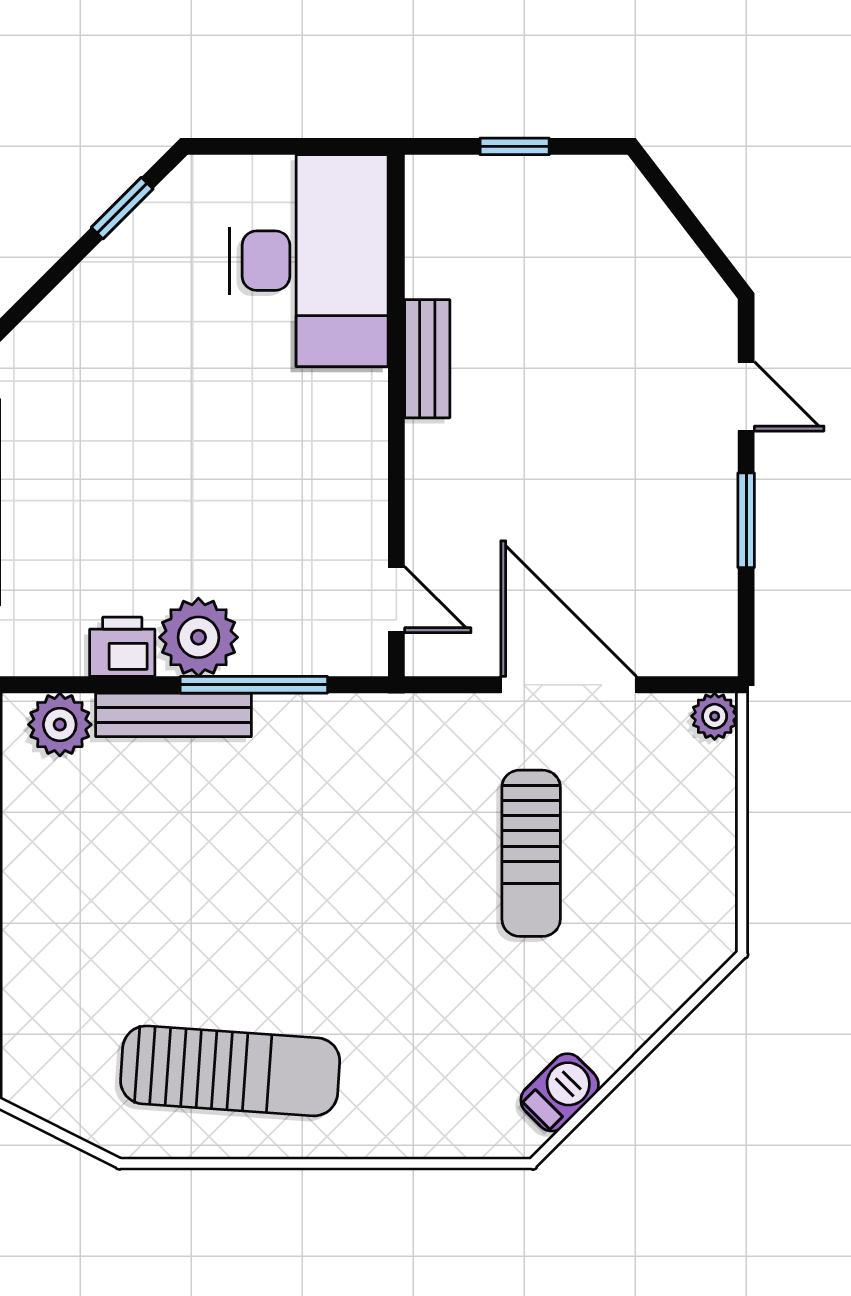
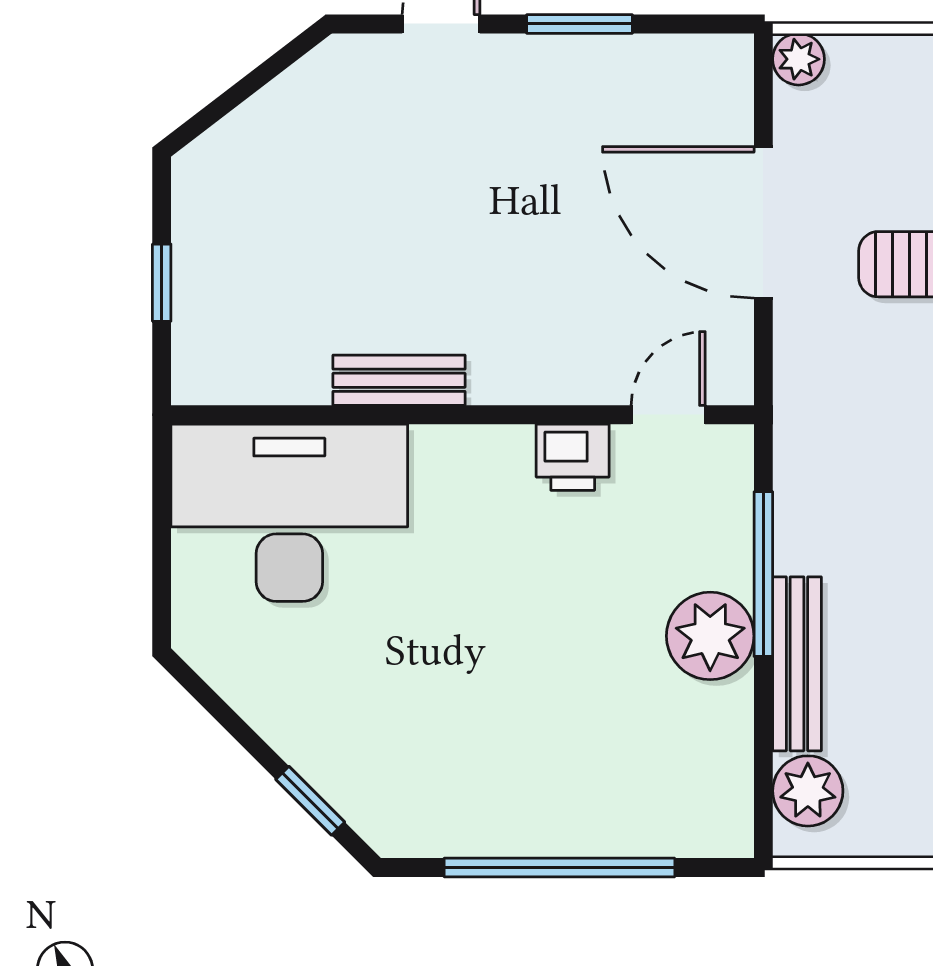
window: (122, 208) -> (310, 801), moved
printer: (122, 647) -> (573, 457), moved, turned -90
door: (569, 685) -> (763, 222), hinge flipped

